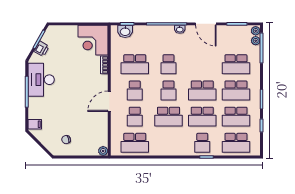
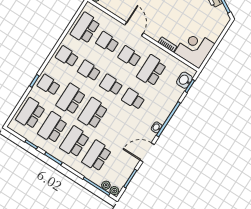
school desk: (169, 117) -> (89, 71), width x0.54
school desk: (169, 143) -> (67, 56), added

